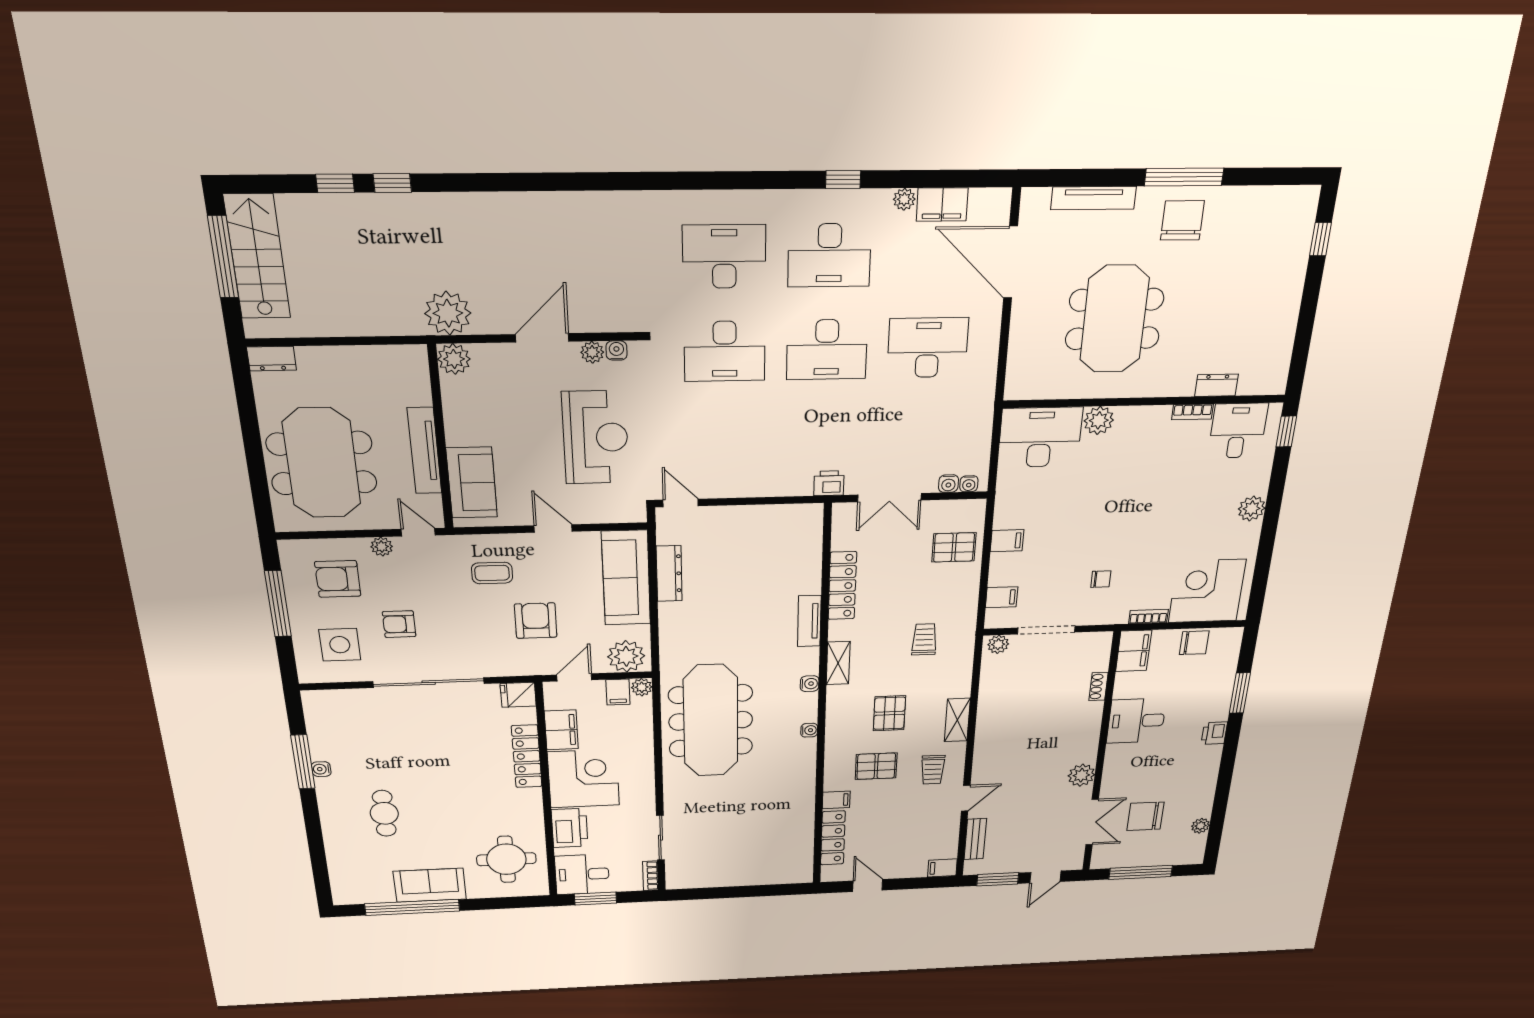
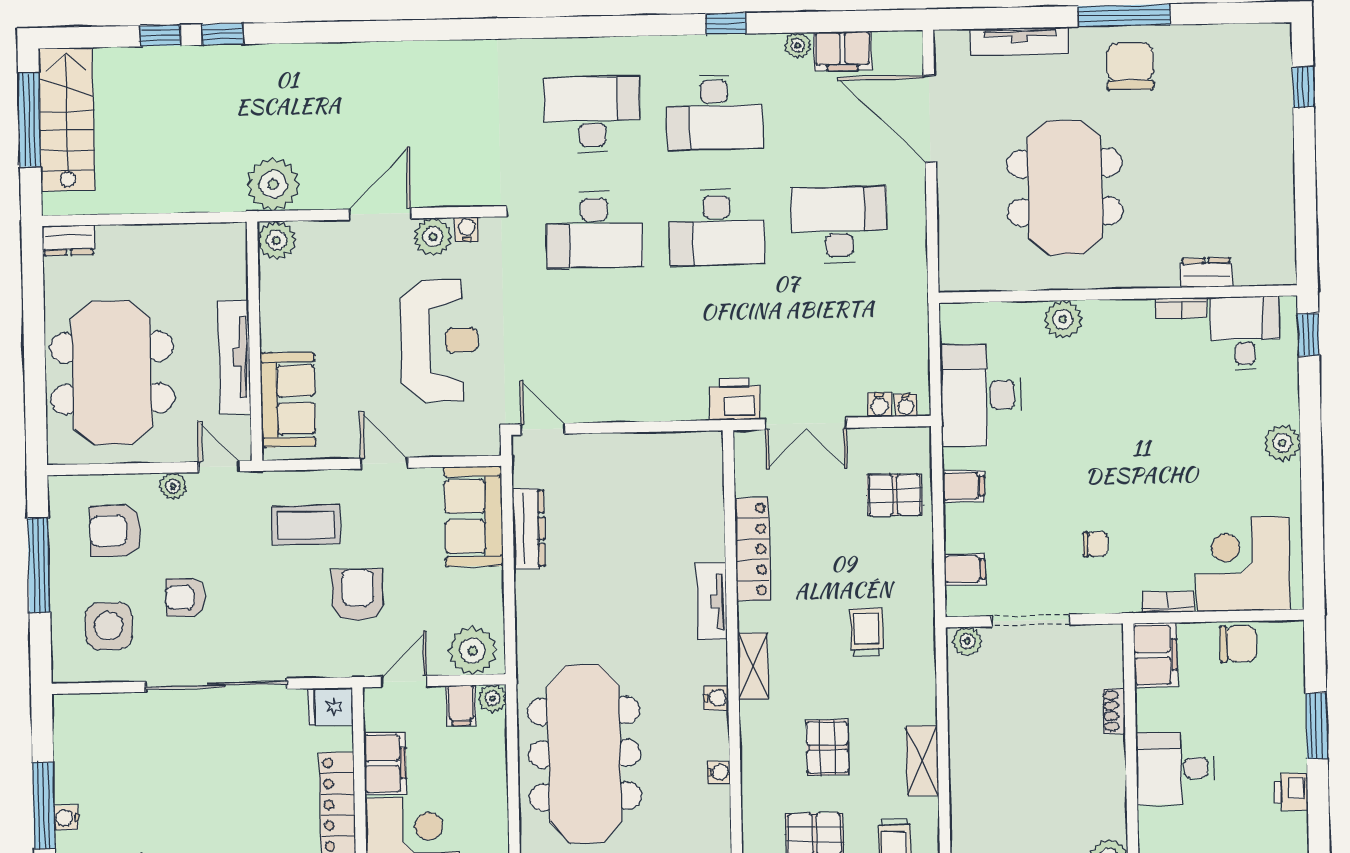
plant: (592, 352) -> (433, 237), width x1.38, depth x1.38
desk: (1040, 437) -> (981, 395), moved, turned -90
printer: (829, 483) -> (735, 399), width x1.36, depth x1.24
coffee table: (492, 573) -> (306, 525), width x1.36, depth x1.30
sofa: (626, 578) -> (474, 516), width x0.73

